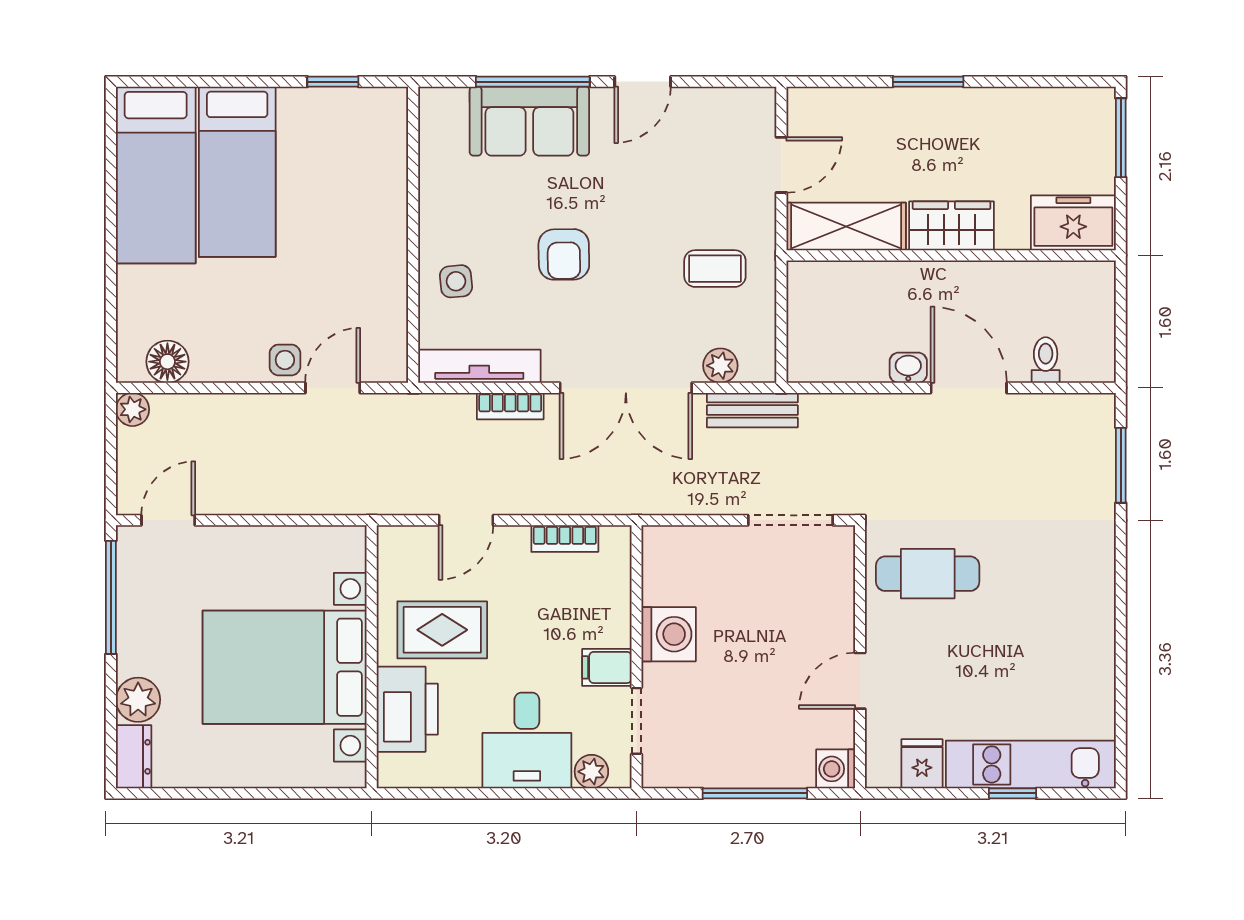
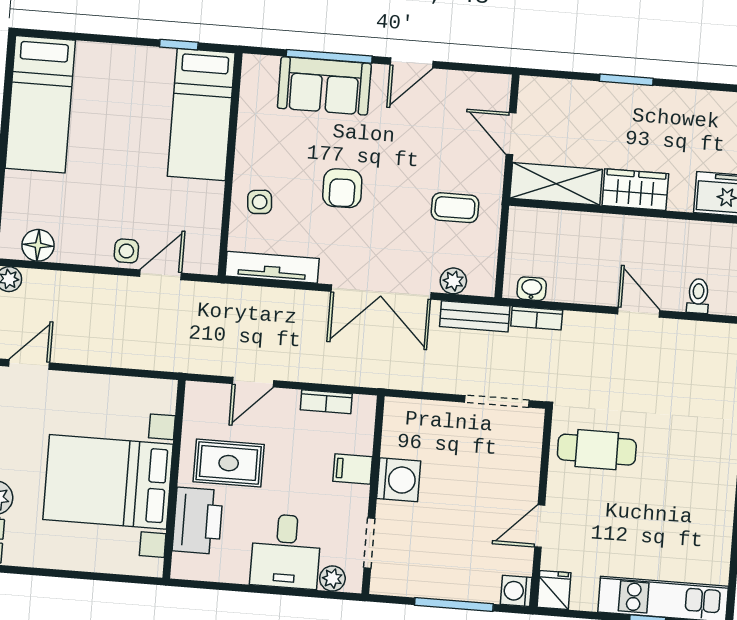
door: (781, 165) -> (511, 134), swing flipped
bed: (237, 172) -> (201, 115), moved
washbasin: (908, 368) -> (532, 289), moved
door: (969, 388) -> (639, 312), width x0.73
bookcase: (510, 406) -> (537, 318), moved
filing cabinet: (607, 667) -> (353, 469), moved
fridge: (922, 764) -> (554, 590), moved

